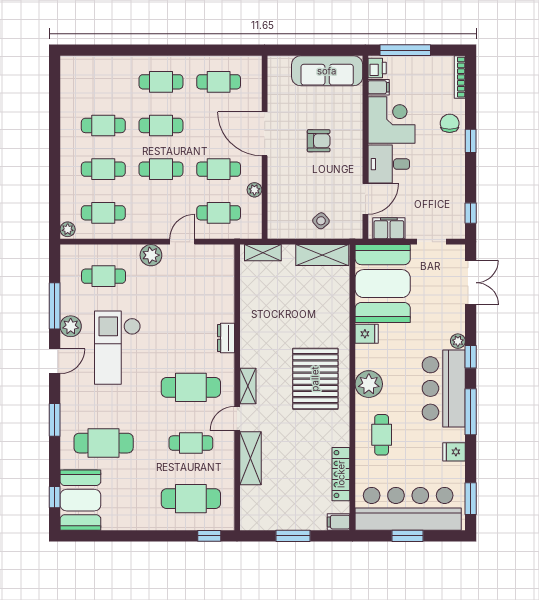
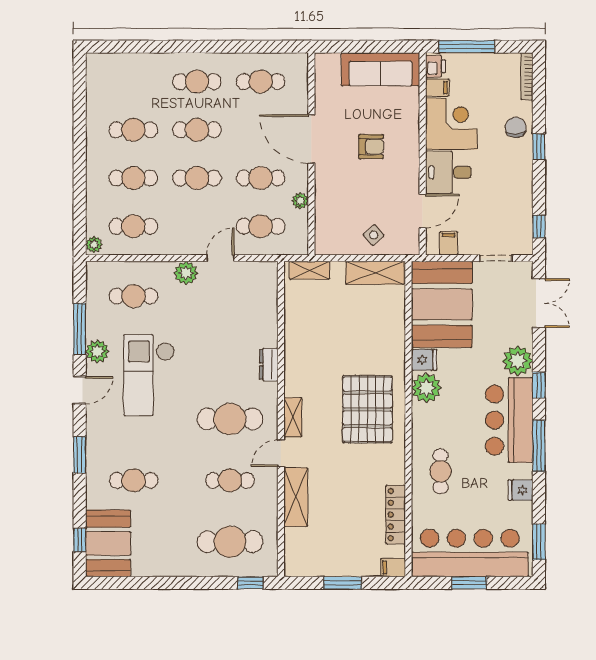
filing cabinet: (389, 228) -> (449, 243), width x0.50
plant: (458, 341) -> (518, 361), width x1.88, depth x1.88
plant: (369, 384) -> (426, 388), moved
cafe table: (104, 443) -> (134, 480), width x0.73, depth x0.74

